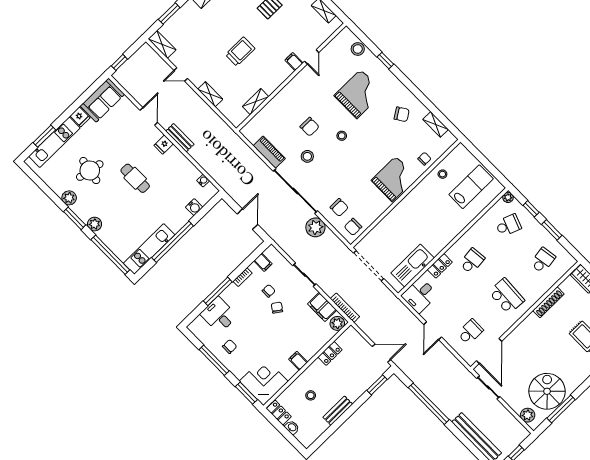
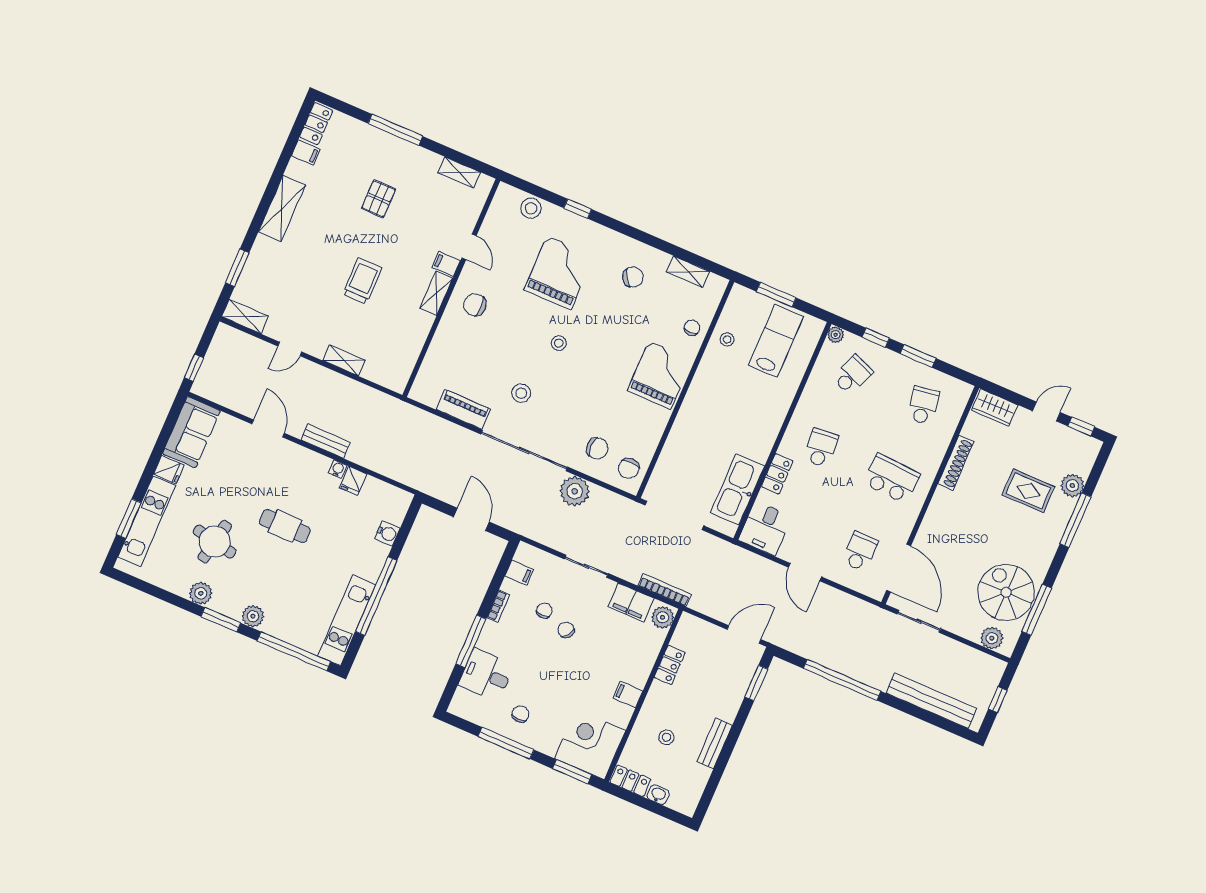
shelving: (256, 102) -> (436, 293), moved
chair: (310, 127) -> (475, 305), moved, turned 180
fridge: (164, 145) -> (353, 481), moved
window: (482, 159) -> (776, 295), added
water cooler: (203, 181) -> (338, 469), moved

